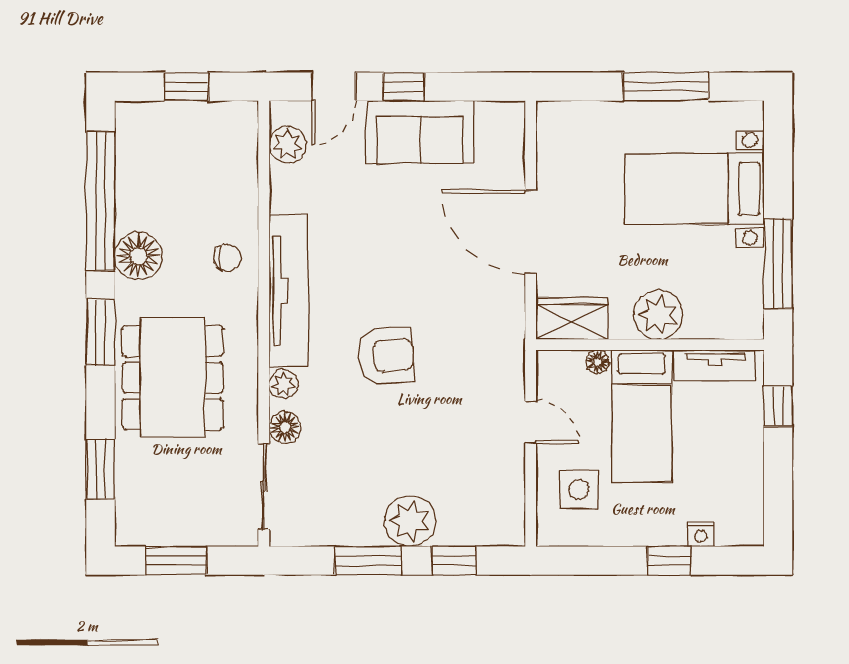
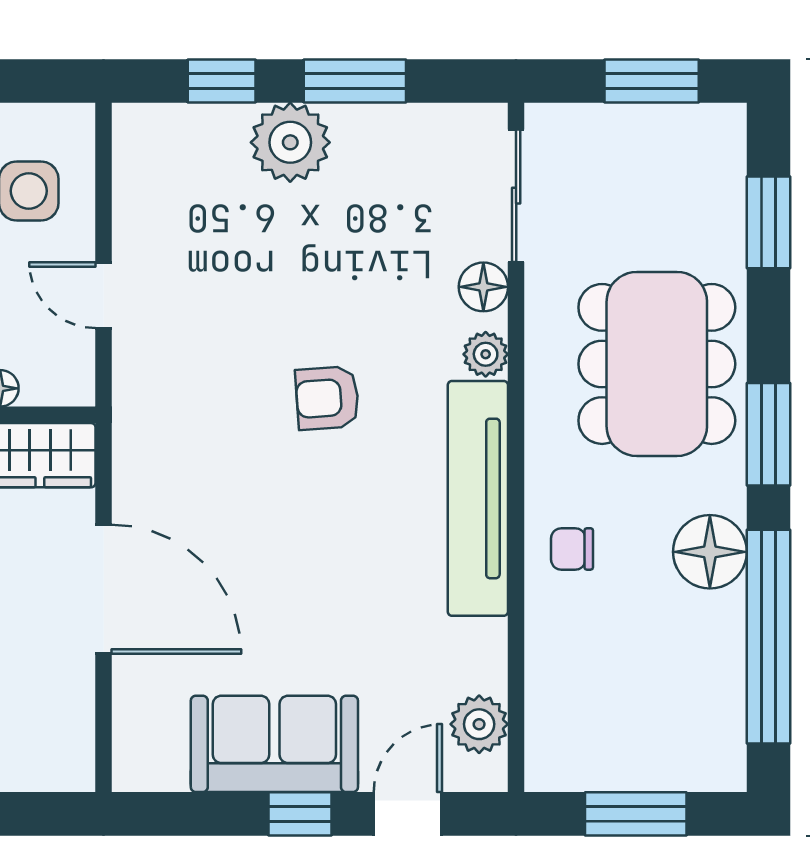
window: (186, 87) -> (636, 814), width x1.50
armchair: (386, 356) -> (327, 398), width x0.72, depth x0.72

